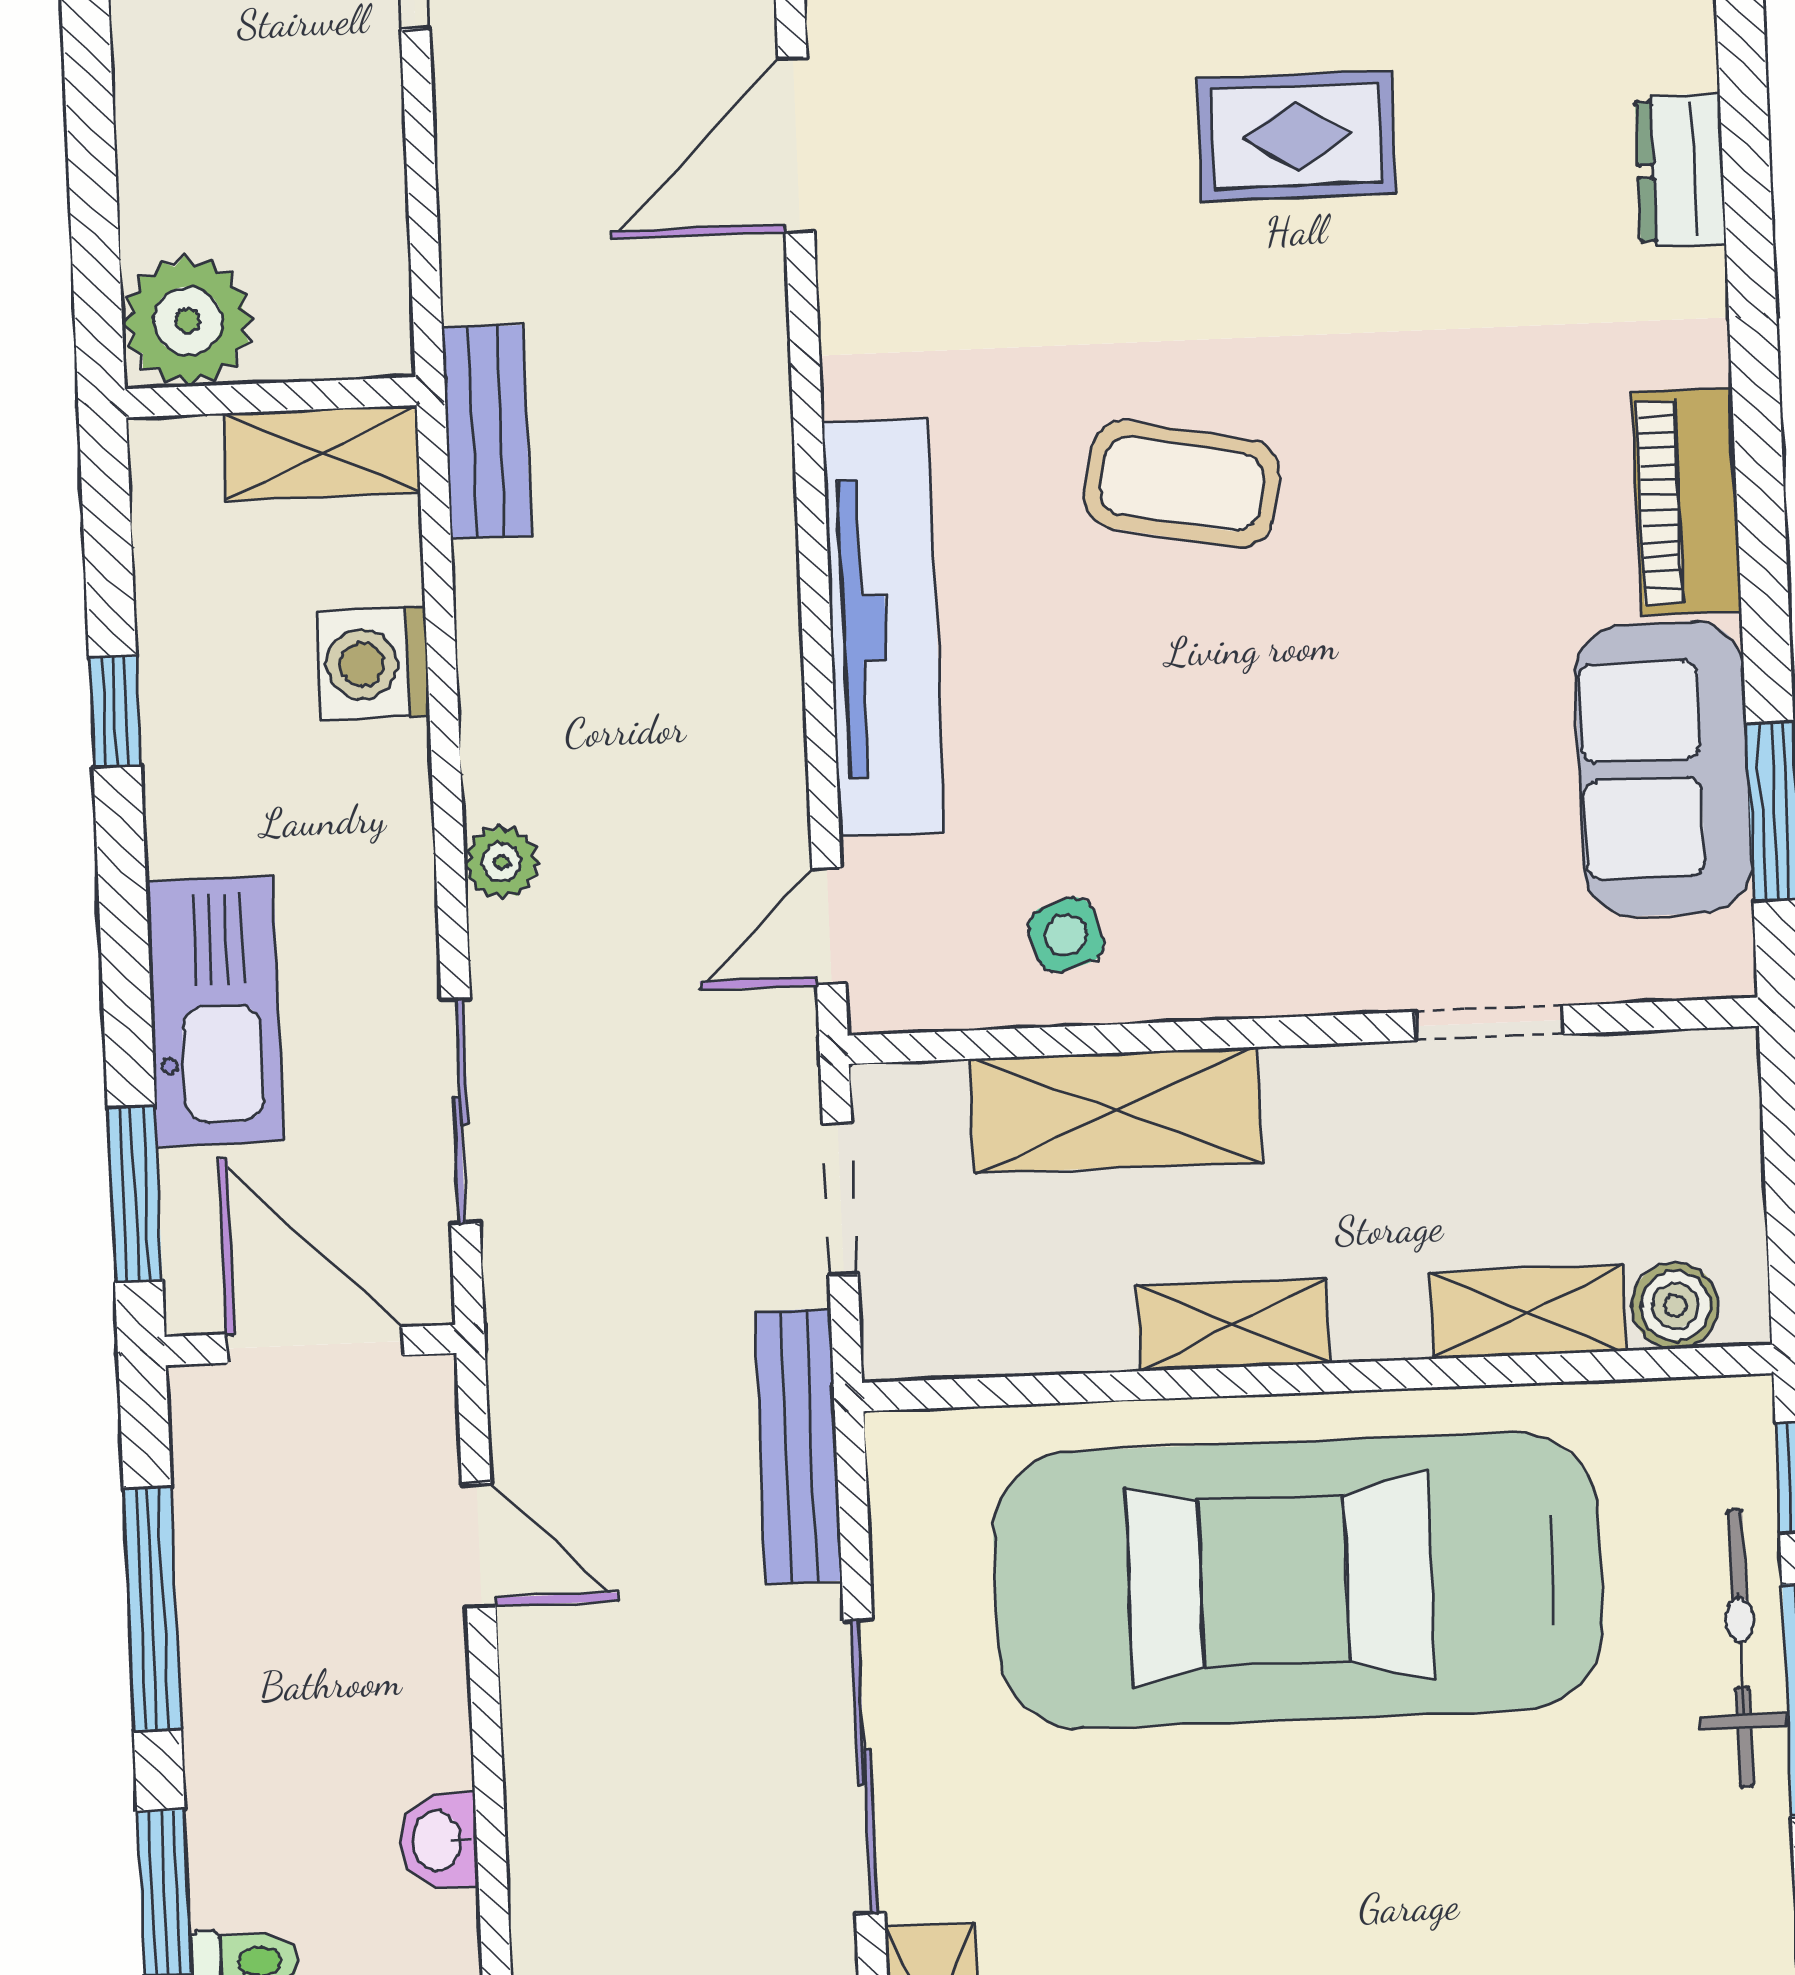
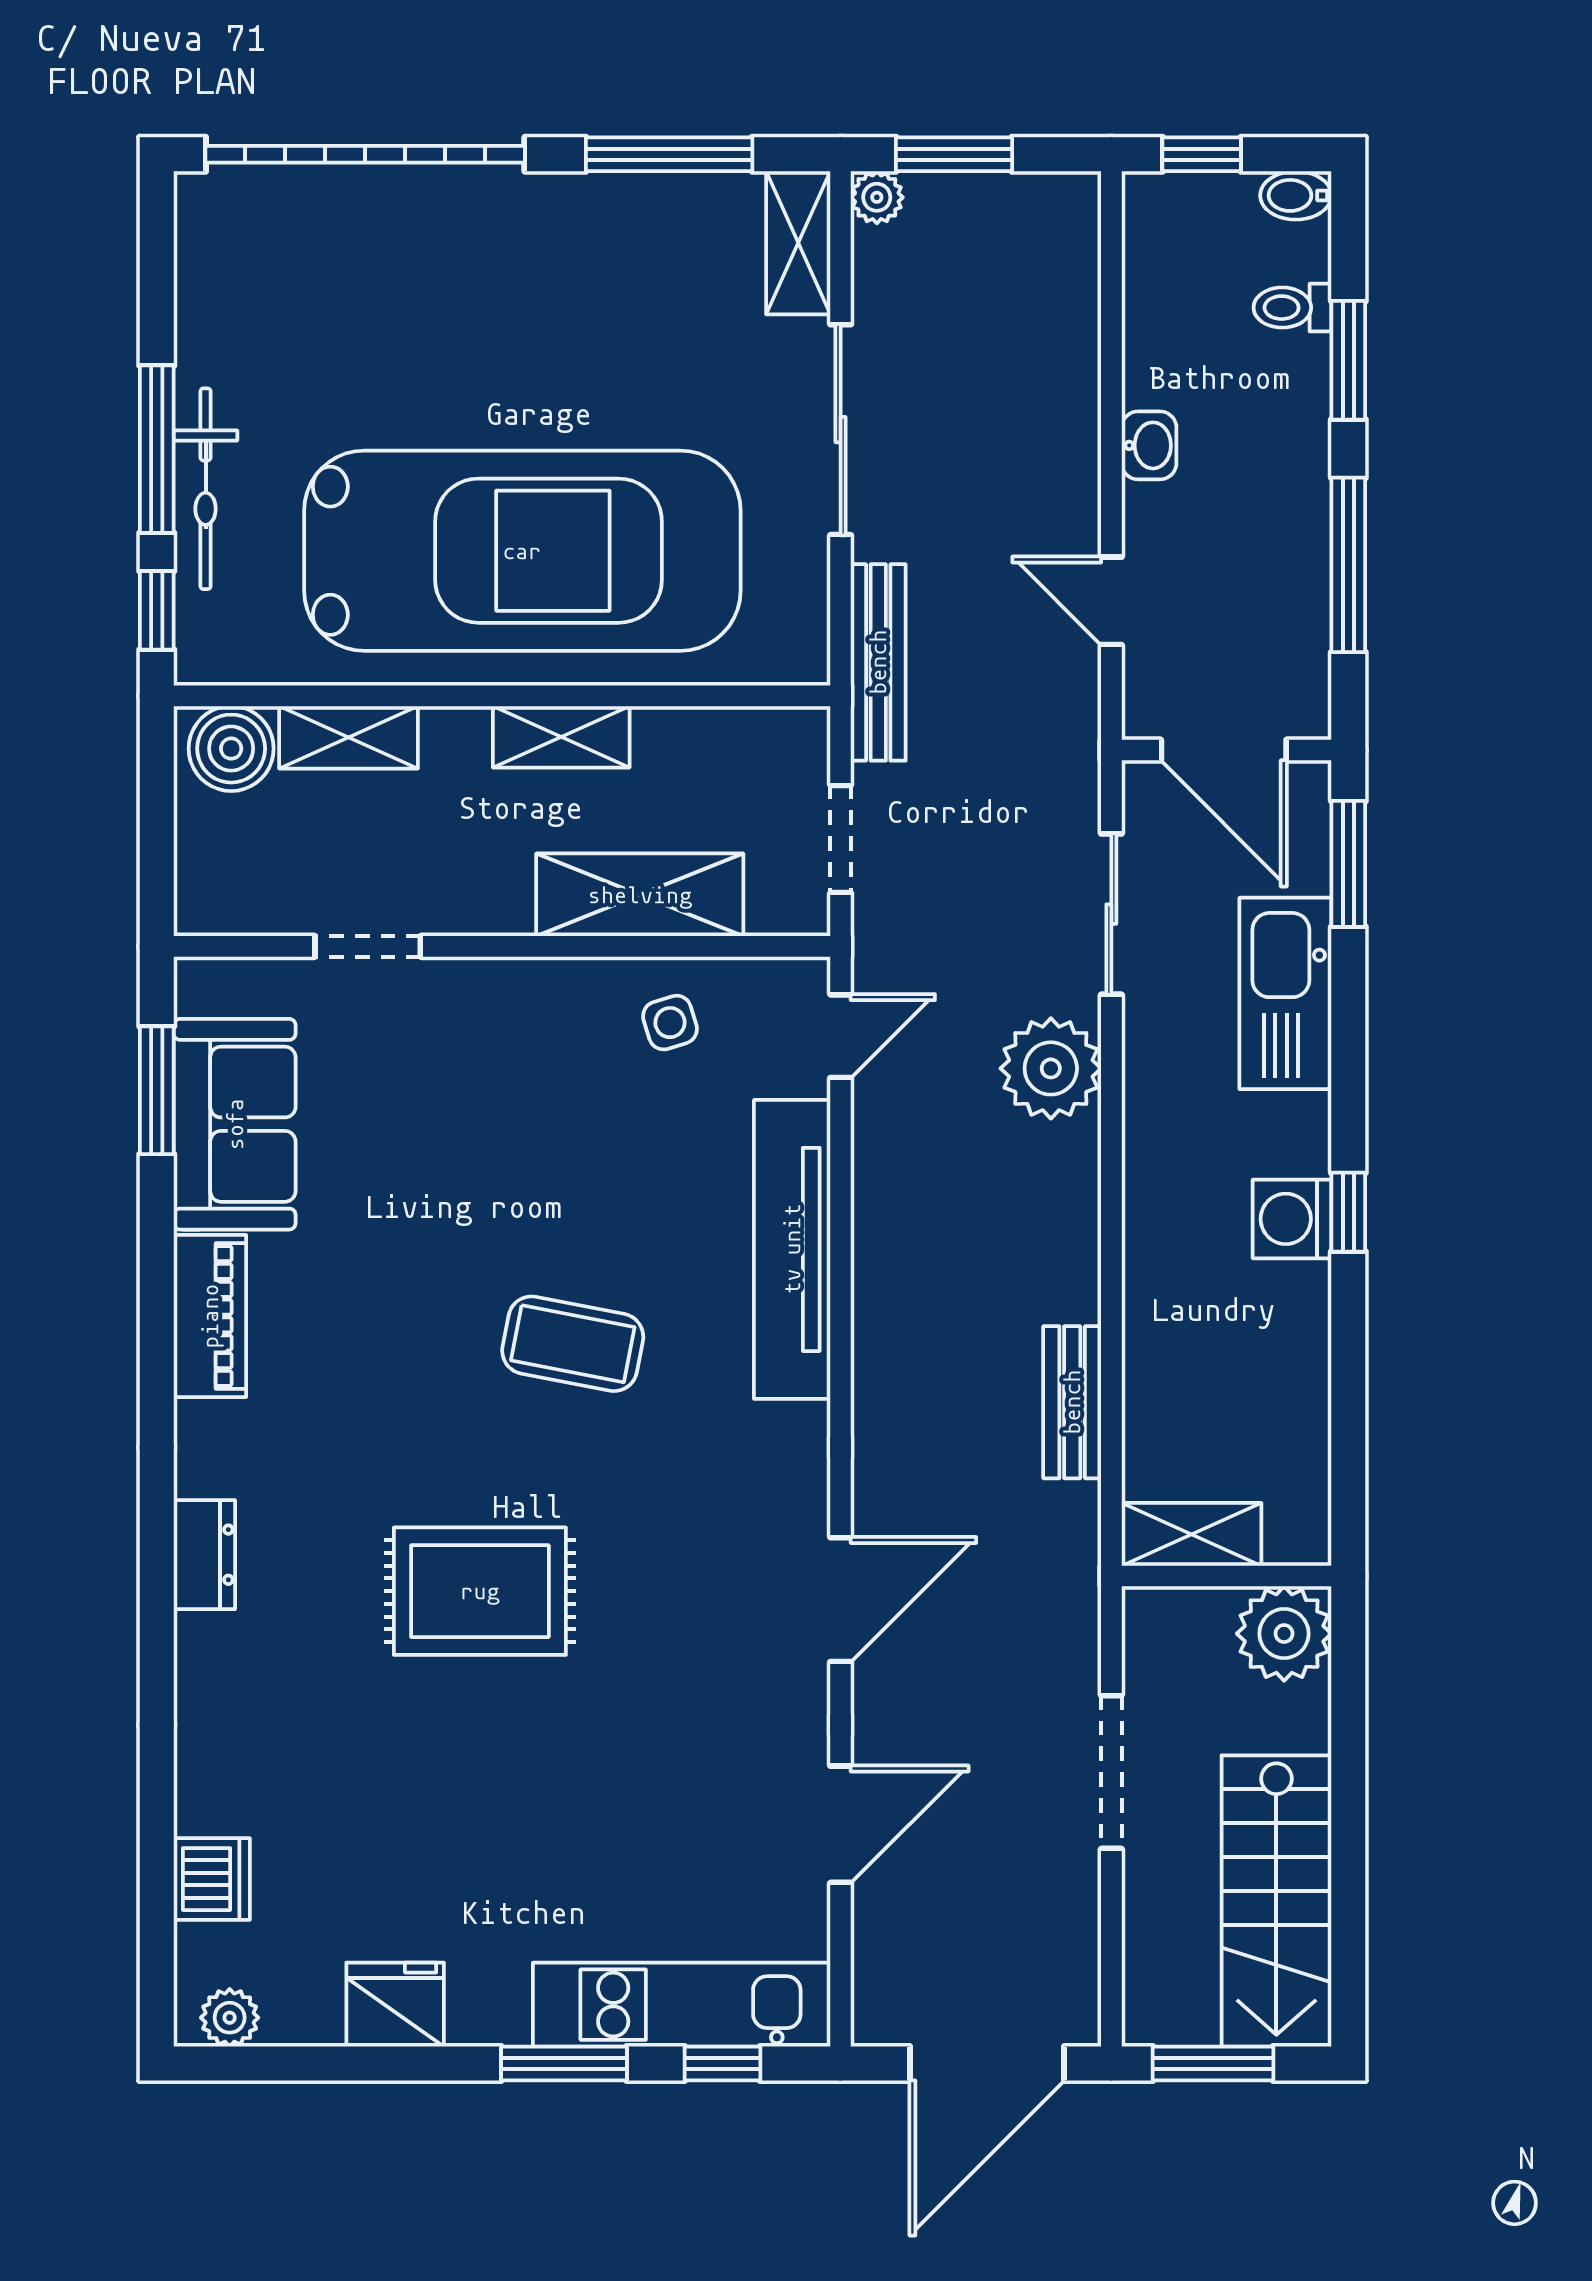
rug: (1296, 136) -> (480, 1591), width x1.36, depth x1.43
plant: (188, 321) -> (1284, 1634), moved
wall: (271, 397) -> (1226, 1576), moved
shelving: (322, 453) -> (1191, 1534), moved
washing machine: (373, 663) -> (1292, 1219), moved, turned 180
plant: (502, 862) -> (1051, 1068), width x1.88, depth x1.88
boiler: (1675, 1306) -> (231, 749), width x1.36, depth x1.36
washbasin: (439, 1841) -> (1149, 445), moved

